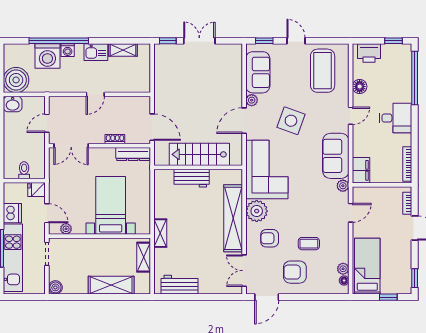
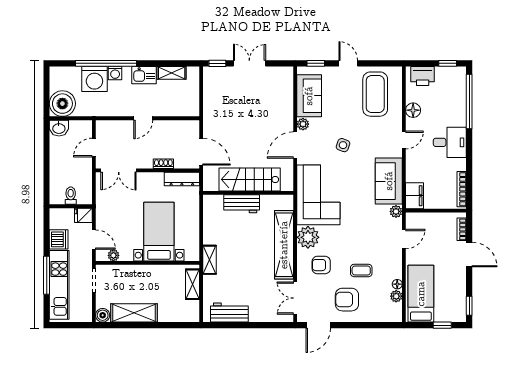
side table: (291, 121) -> (343, 145), width x0.54, depth x0.54
floor lamp: (344, 281) -> (397, 284), moved
shelving: (111, 285) -> (134, 313), moved

